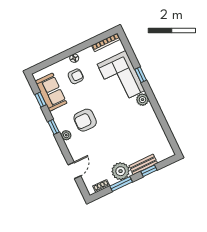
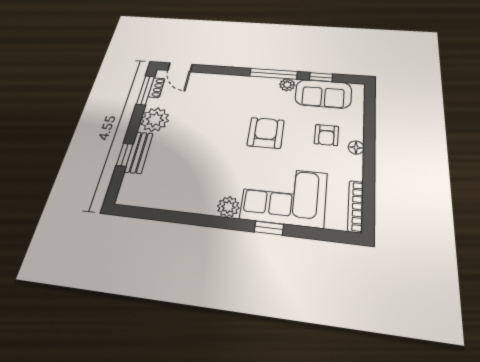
armchair: (85, 120) -> (266, 133), moved
window: (54, 127) -> (273, 74), width x2.17
plant: (66, 135) -> (287, 85), moved
door: (74, 170) -> (180, 67), moved
window: (121, 184) -> (146, 90), moved

